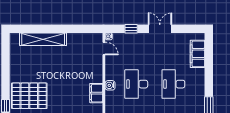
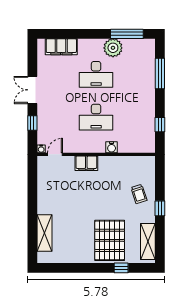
shelving: (43, 39) -> (44, 233), width x0.68
water cooler: (110, 85) -> (112, 147), moved
filing cabinet: (96, 93) -> (86, 163), moved
plant: (196, 99) -> (113, 48), added

